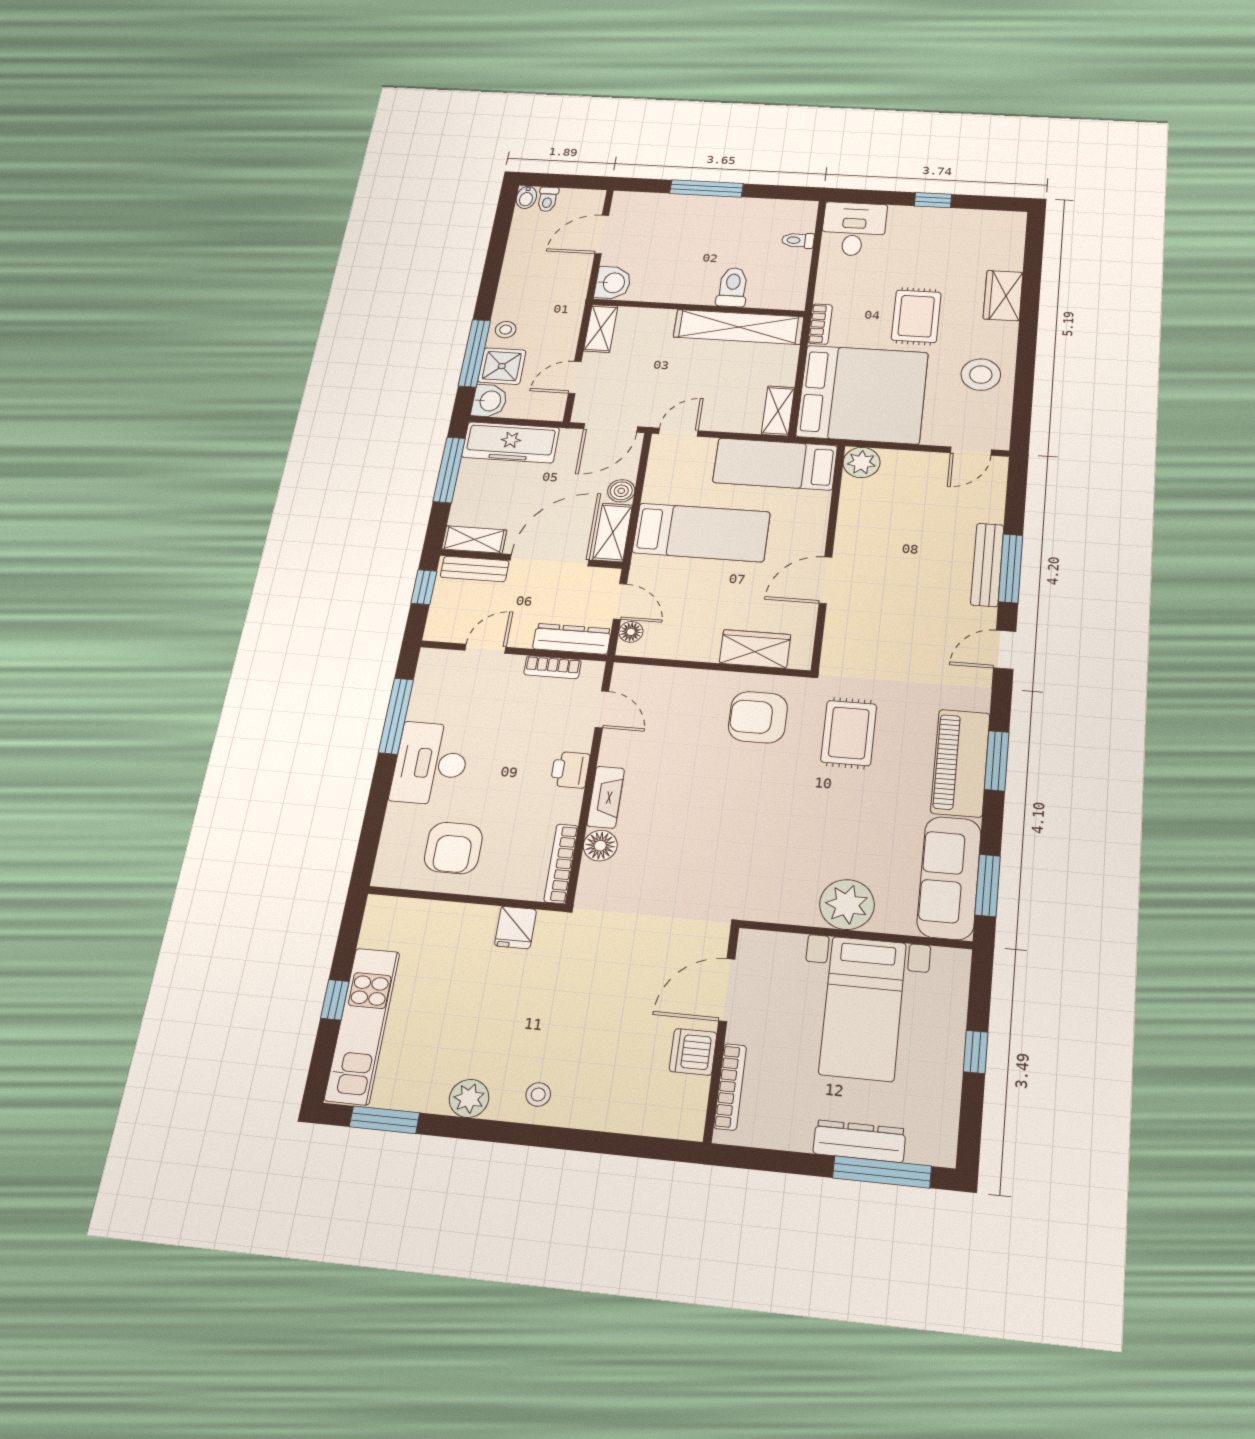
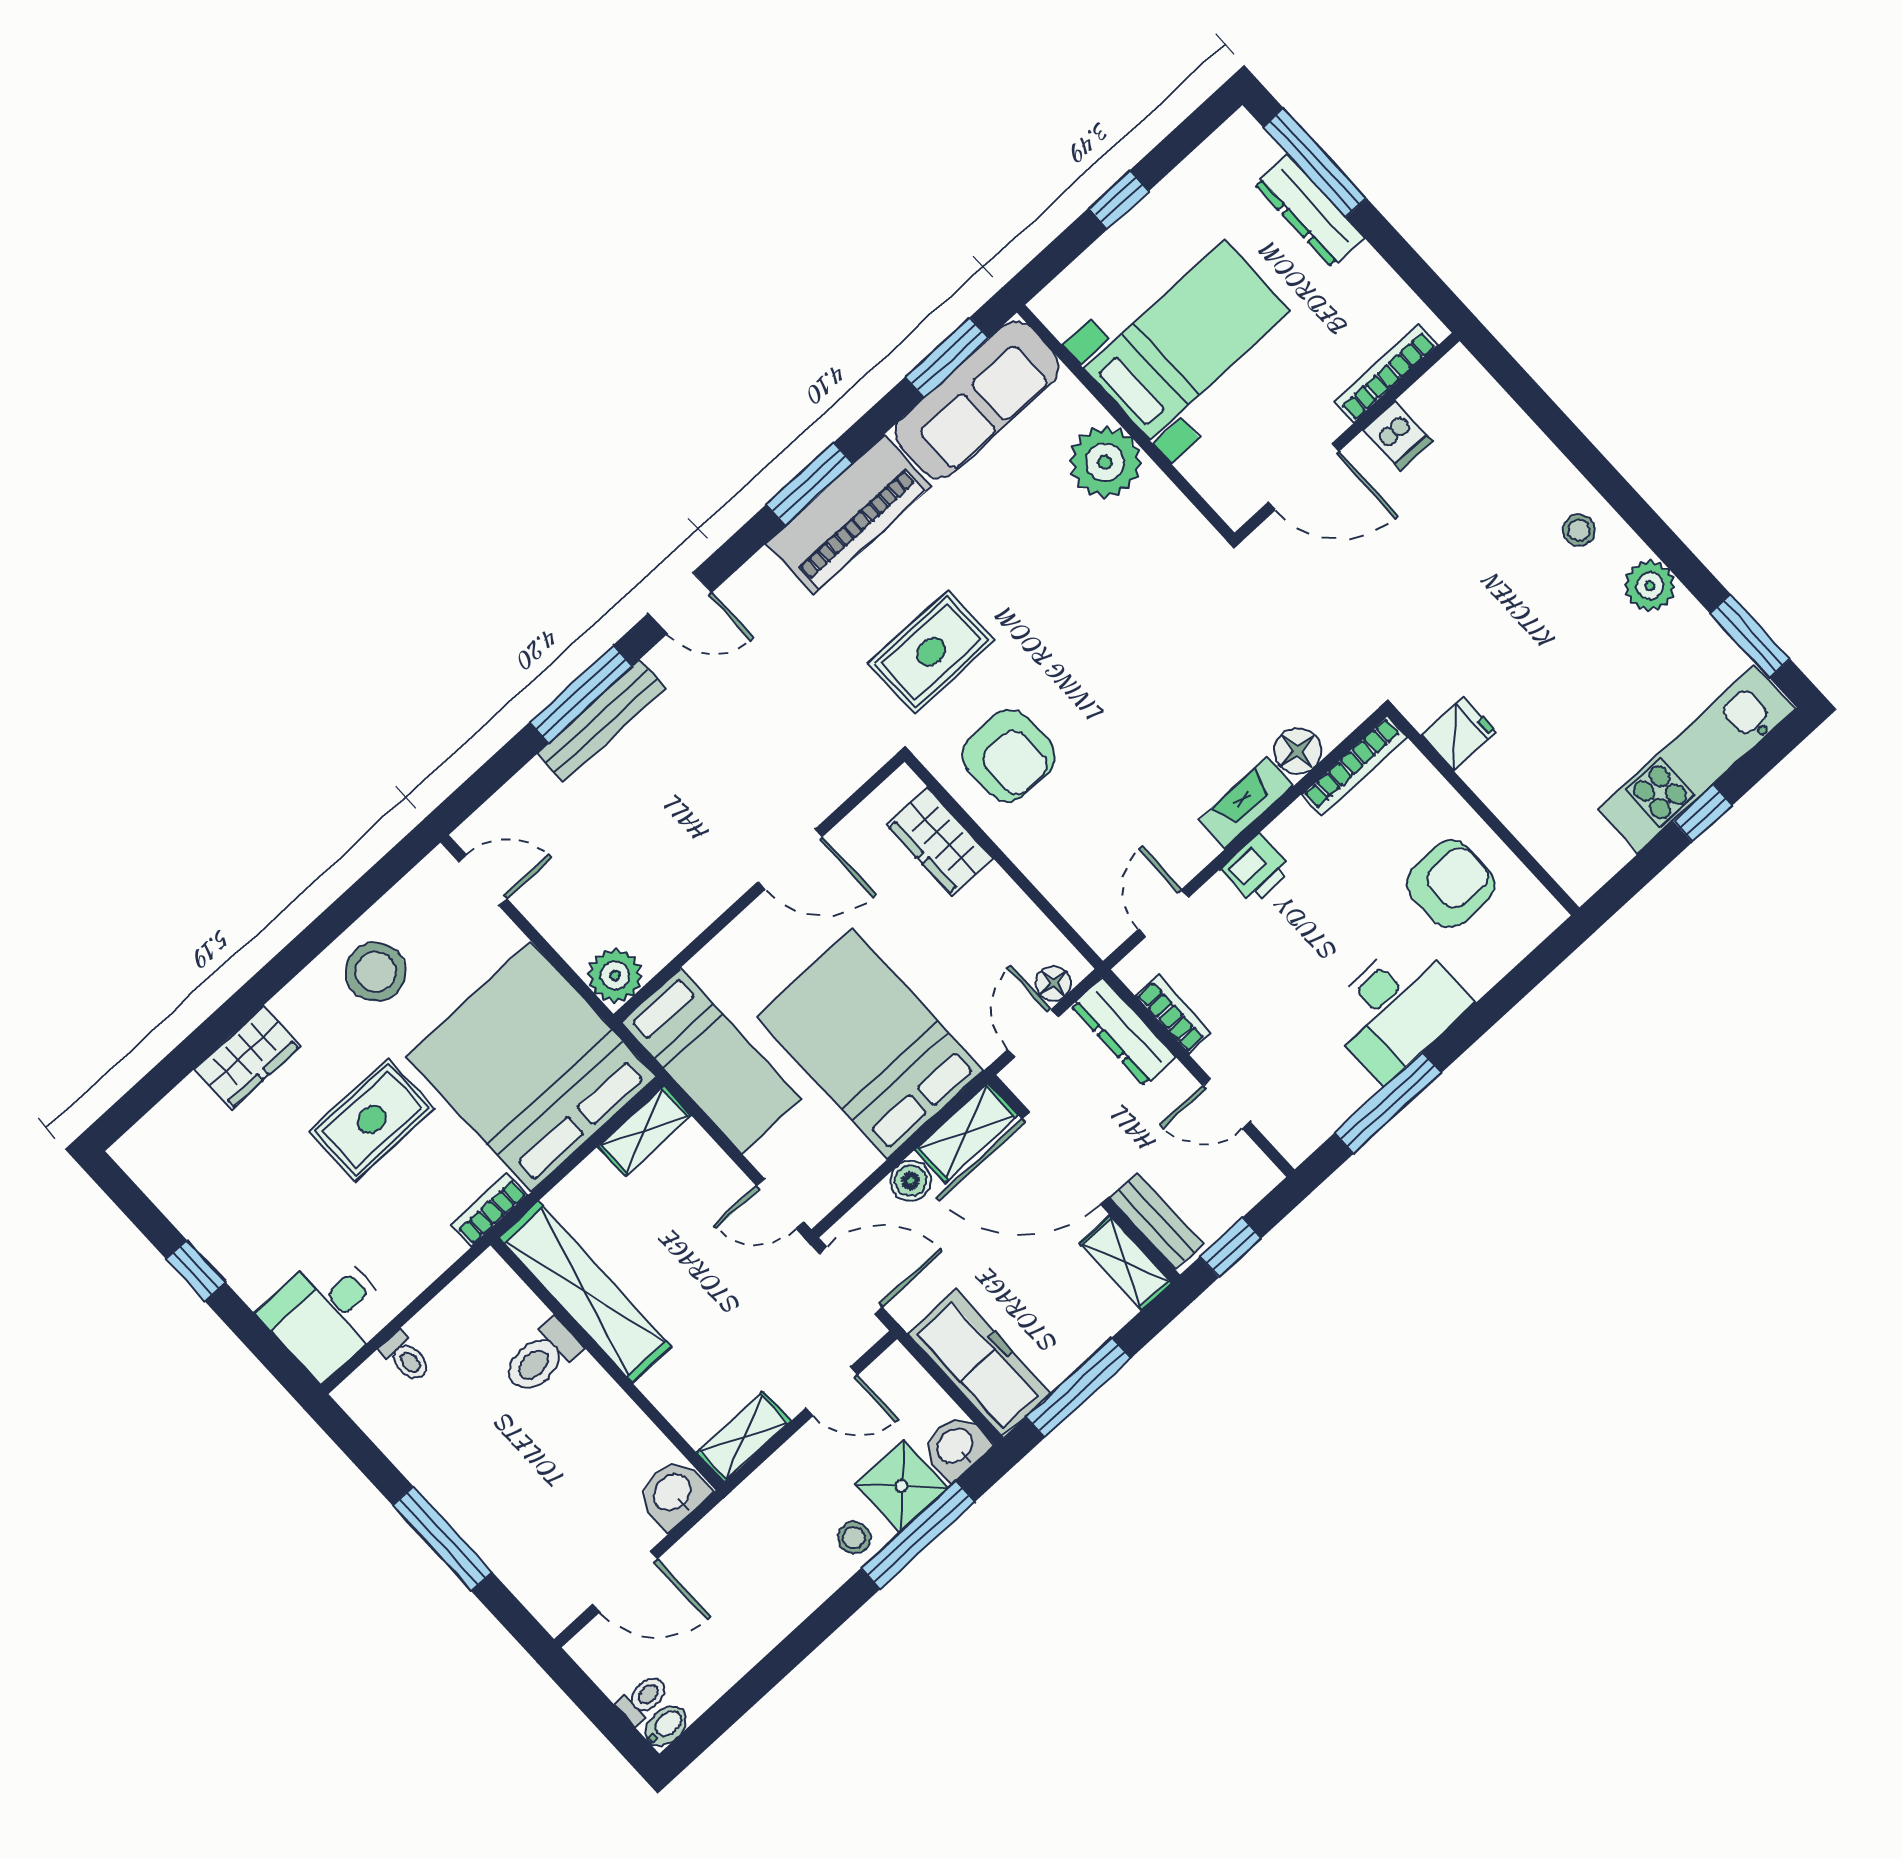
bed: (701, 532) -> (870, 1044), width x1.50
dishwasher: (693, 1052) -> (1398, 436), width x0.73

